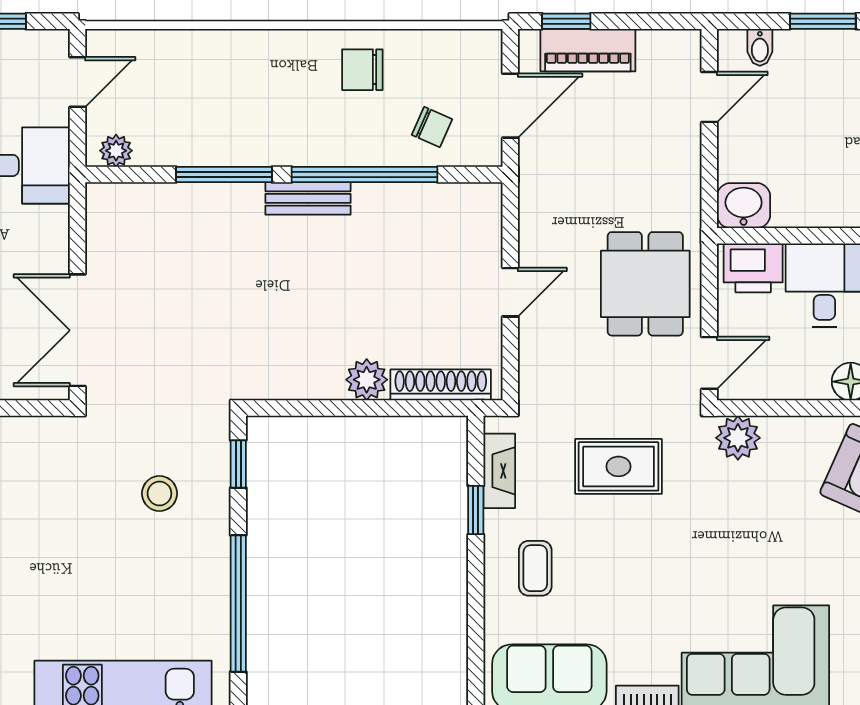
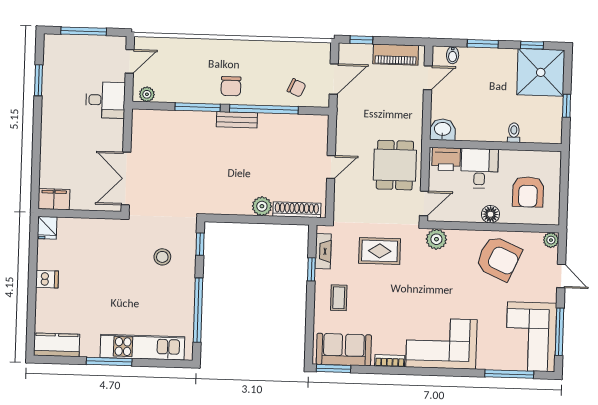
piano: (588, 50) -> (396, 55), moved
chair: (362, 70) -> (231, 86), moved, turned -90

